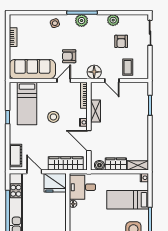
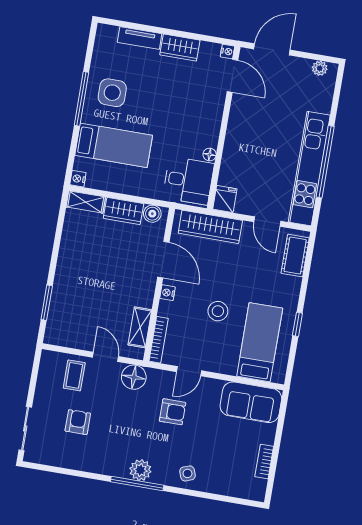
plant: (113, 20) -> (85, 461), removed
sofa: (32, 69) -> (251, 402), width x0.73
shelving: (95, 111) -> (140, 327), moved
fridge: (55, 183) -> (225, 199), width x0.53, depth x0.75

